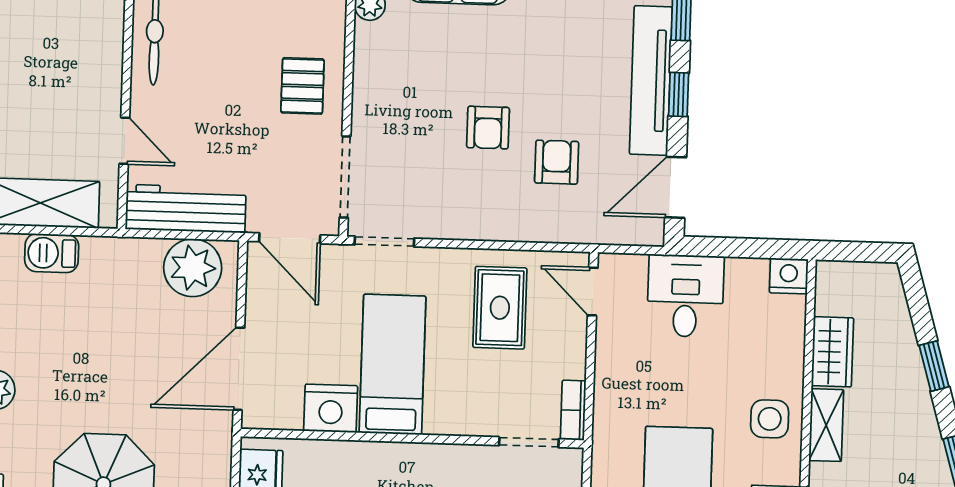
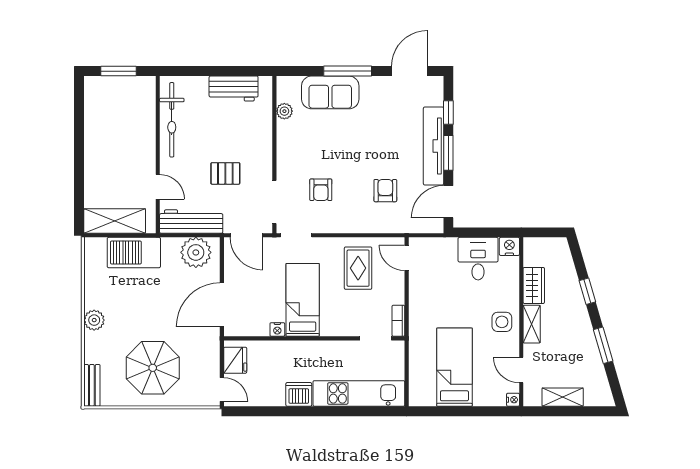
pallet: (302, 86) -> (225, 173), moved, turned 90
window: (679, 94) -> (448, 153), width x1.50
armchair: (488, 128) -> (321, 190), moved
barbecue: (52, 253) -> (134, 253), width x1.88, depth x1.53
desk: (685, 296) -> (478, 259), moved
nightstand: (331, 408) -> (277, 329), width x0.53, depth x0.56

